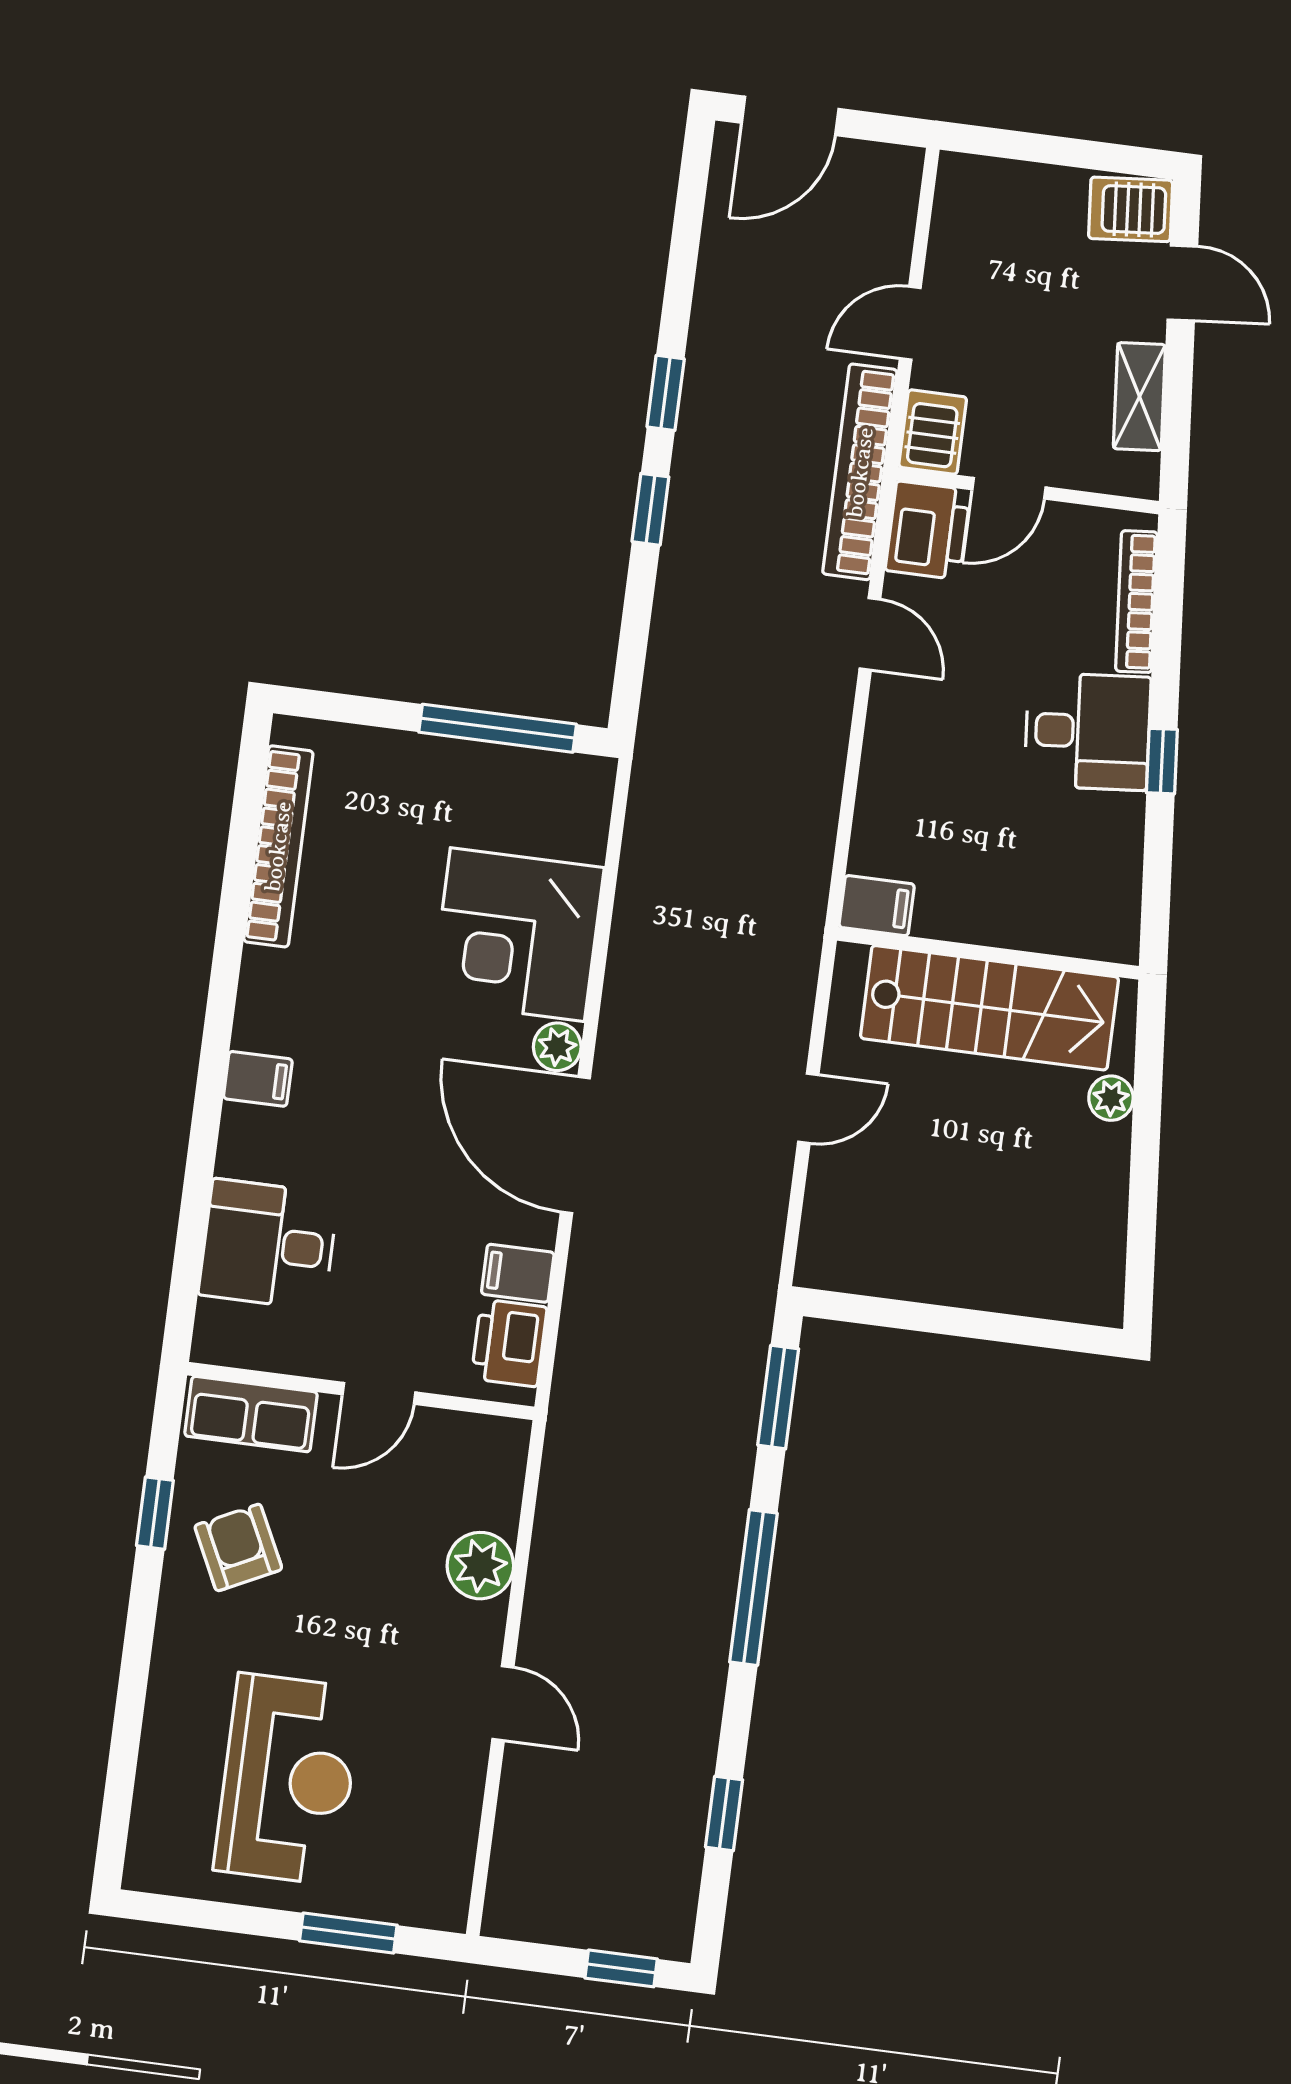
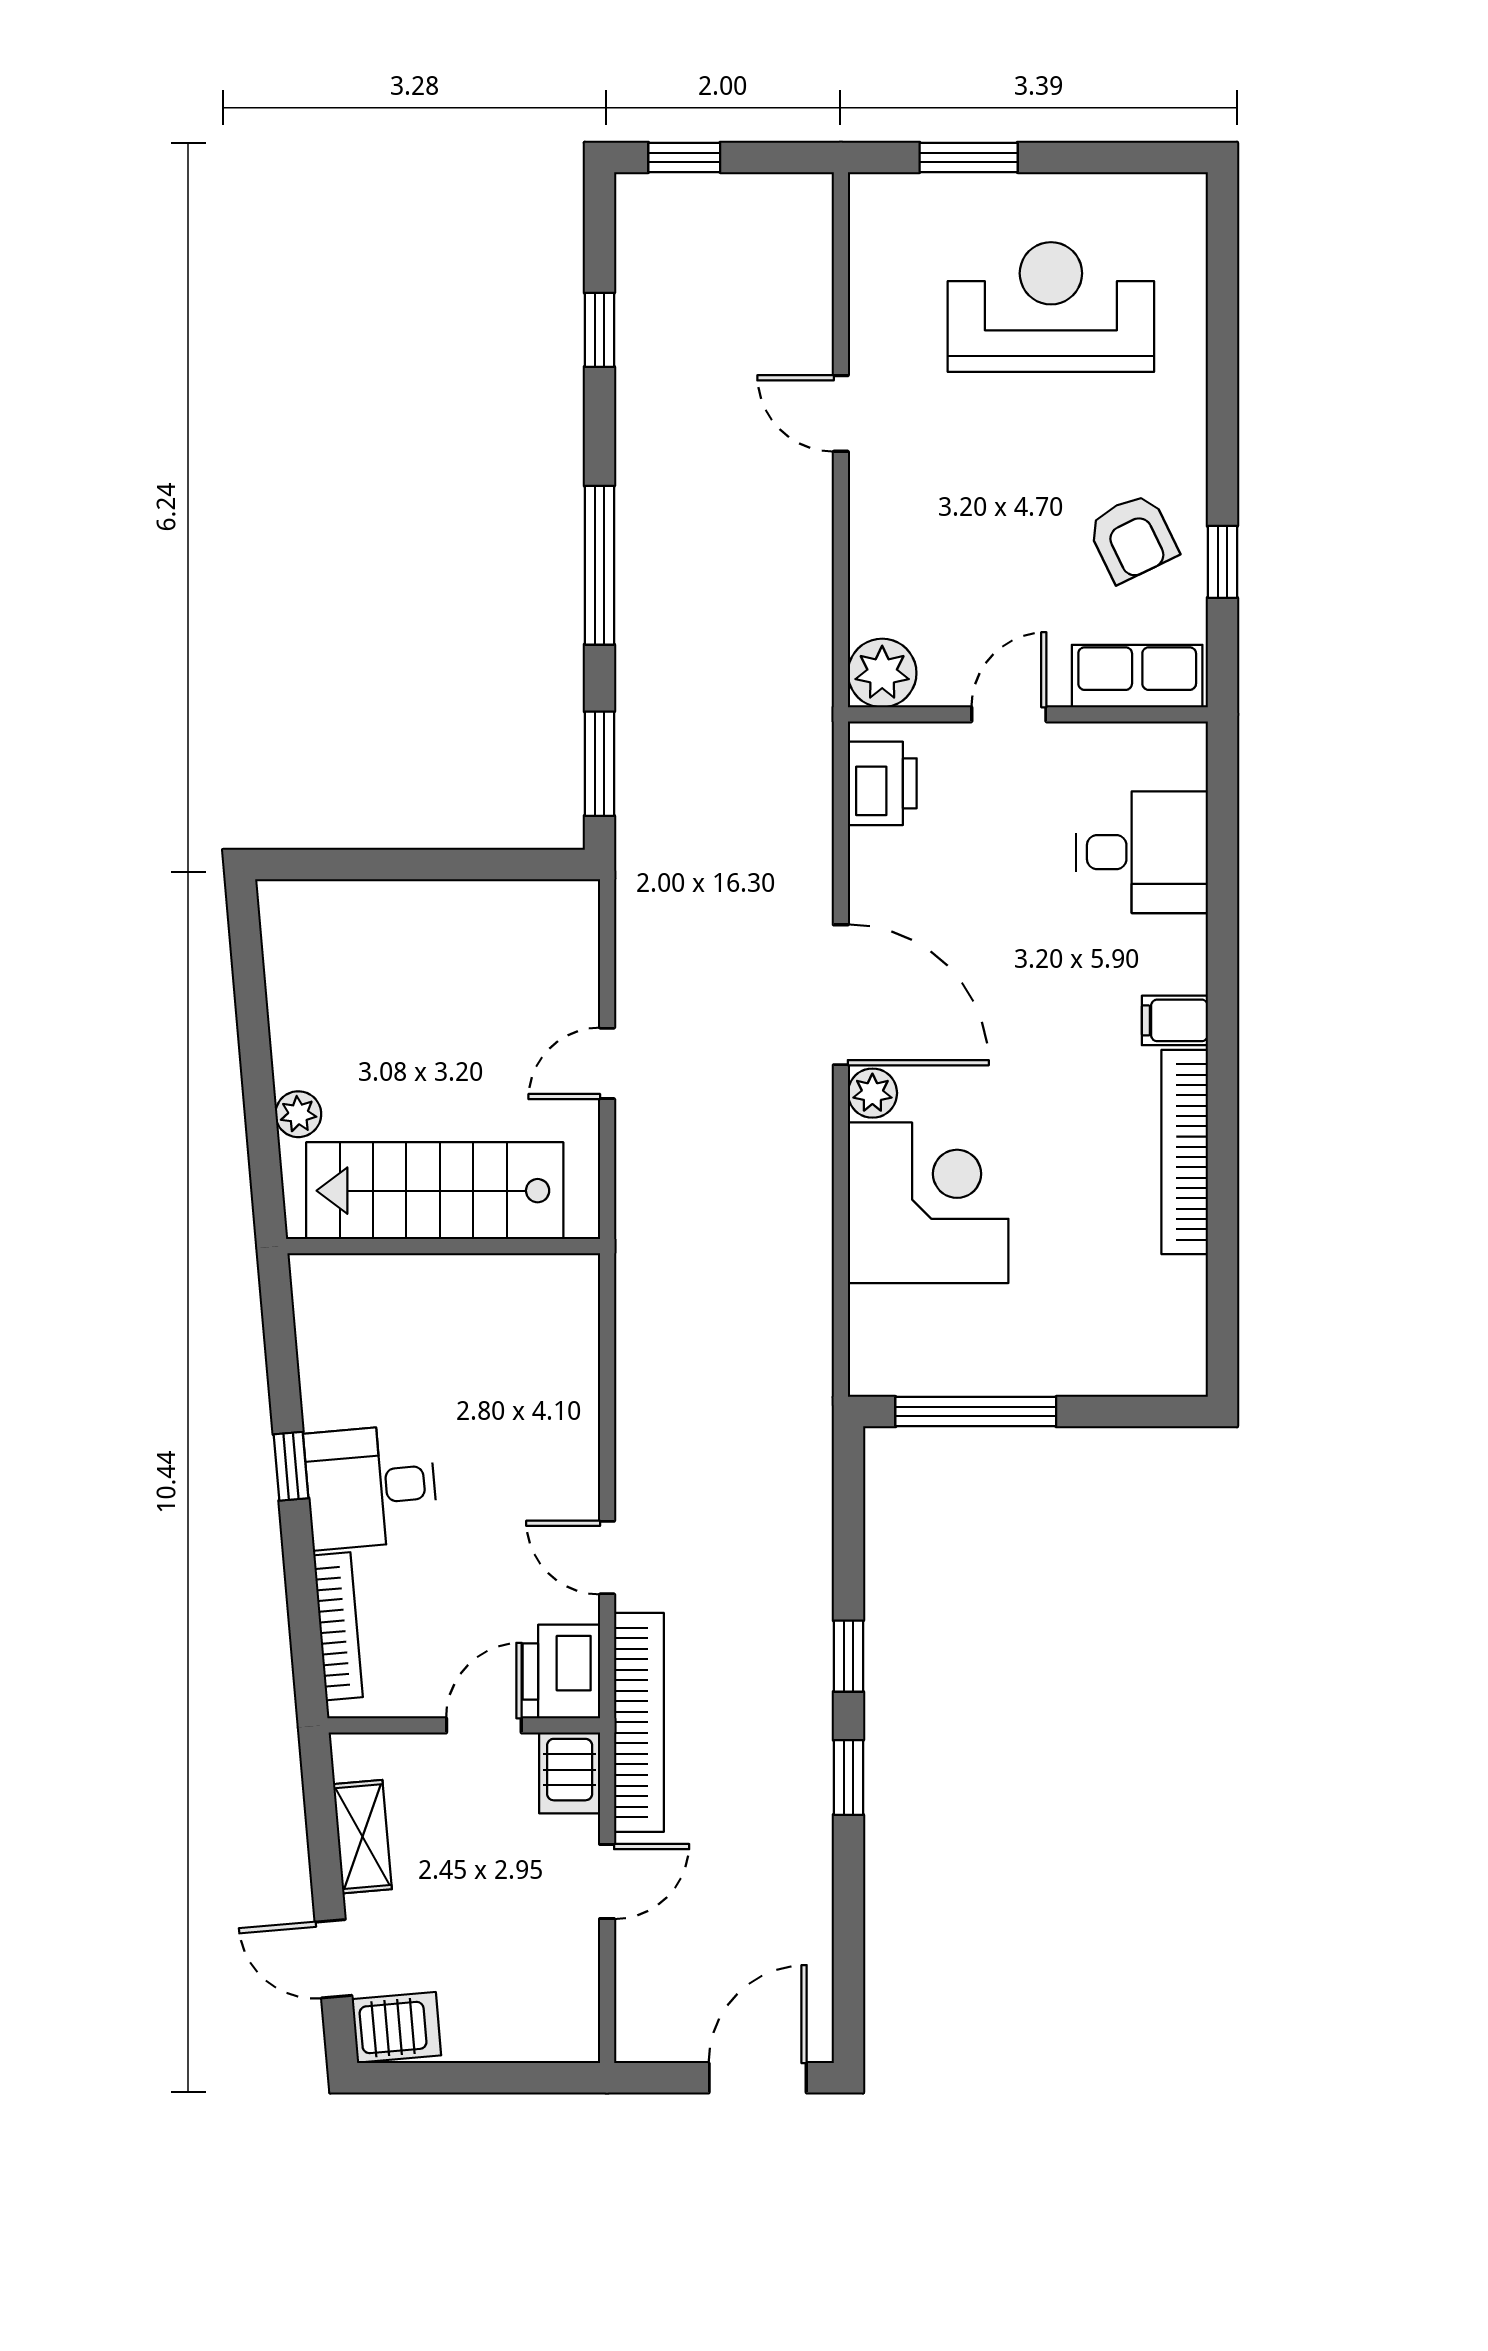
bookcase: (278, 846) -> (1185, 1152), moved
filing cabinet: (877, 906) -> (564, 1280), removed
filing cabinet: (518, 1273) -> (883, 856), removed
plant: (480, 1566) -> (882, 673), moved
reception desk: (288, 1779) -> (1051, 307), turned 90

